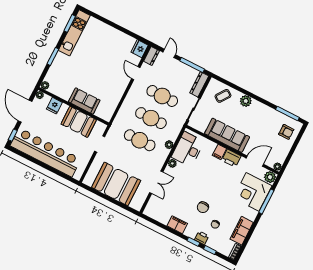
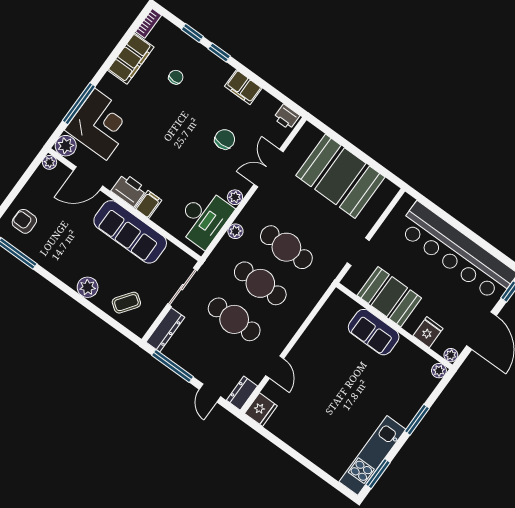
chair: (203, 207) -> (225, 139), moved
printer: (202, 238) -> (286, 117), moved

